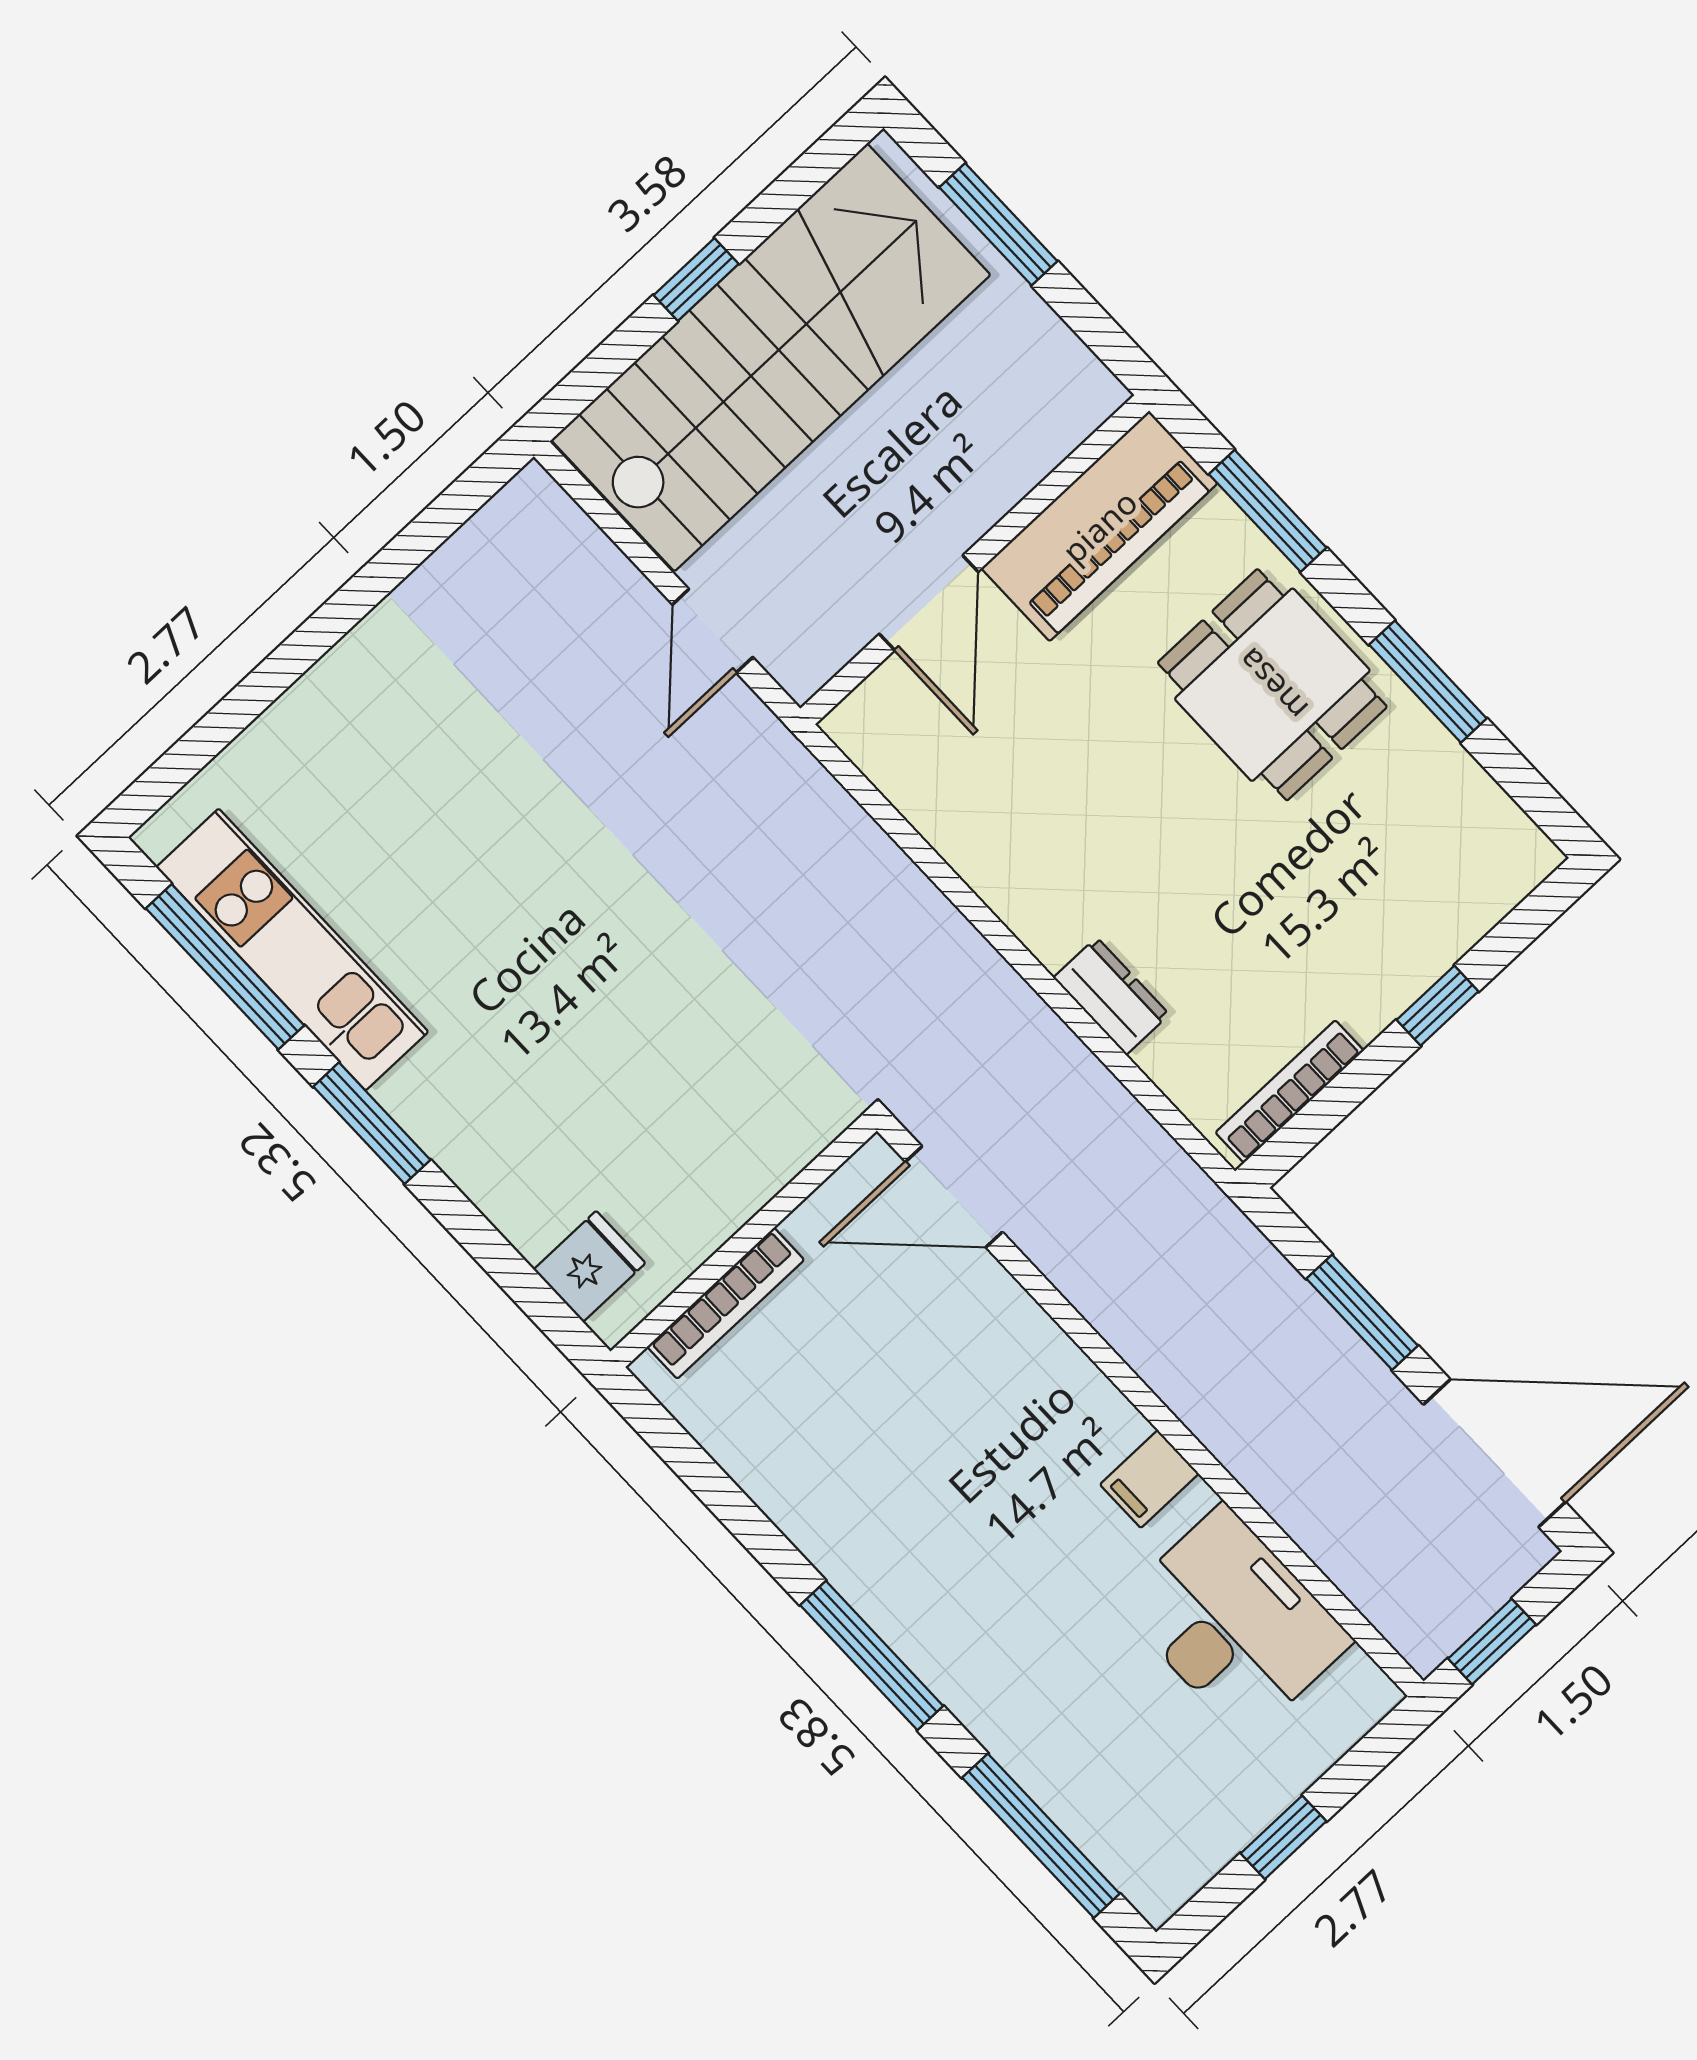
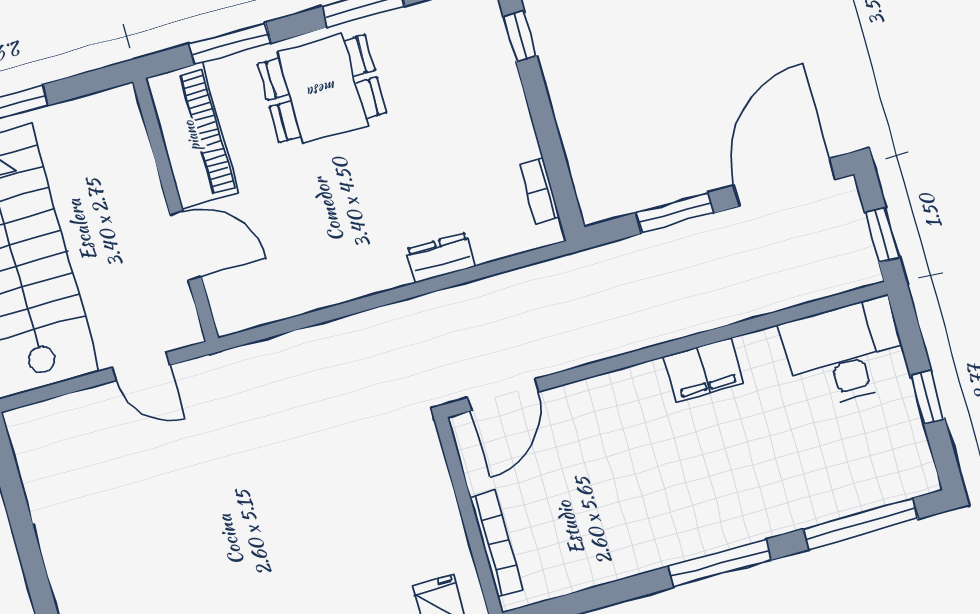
window: (1437, 1006) -> (520, 36), moved
bookcase: (1290, 1092) -> (540, 191), width x0.64
filing cabinet: (1149, 1479) -> (704, 370), width x2.00
desk: (1234, 1622) -> (845, 353), moved

